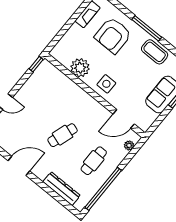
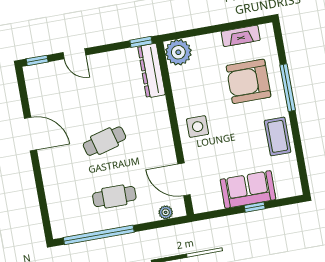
window: (147, 28) -> (288, 88), moved
plant: (80, 68) -> (178, 52), moved
cafe table: (63, 135) -> (104, 141), turned -33
dresser: (62, 189) -> (151, 71), moved, turned 180

